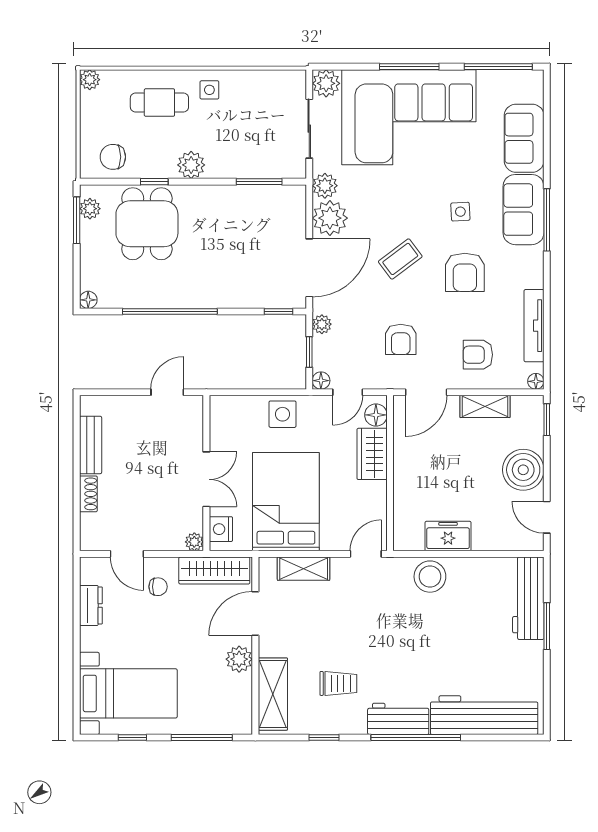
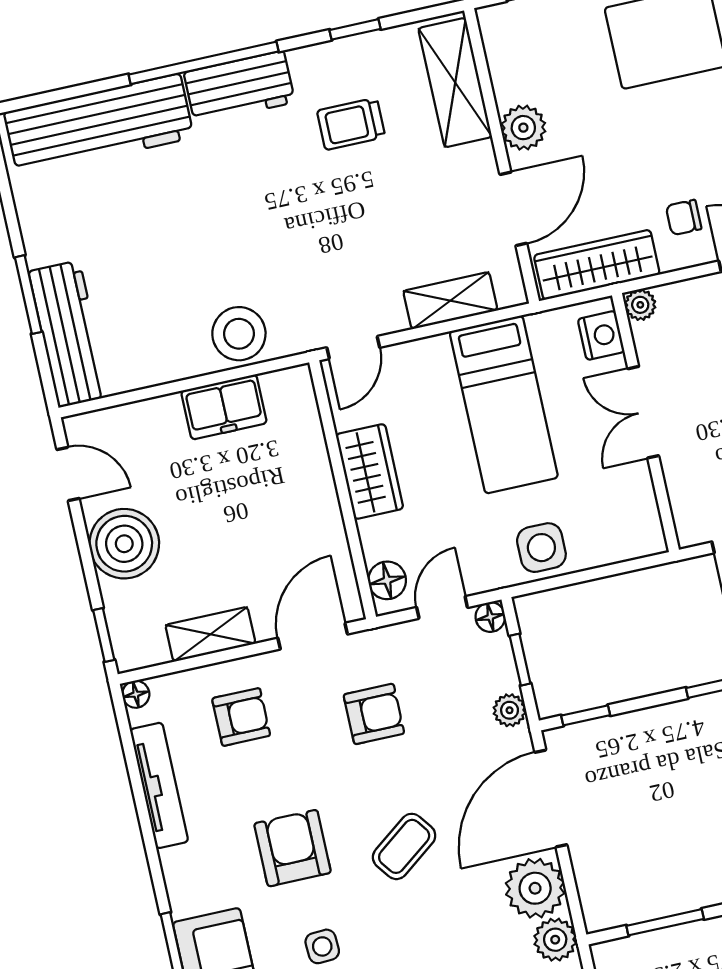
armchair: (401, 339) -> (374, 714), turned 90
wardrobe: (372, 454) -> (370, 472), moved
bed: (286, 502) -> (504, 405), width x0.67

